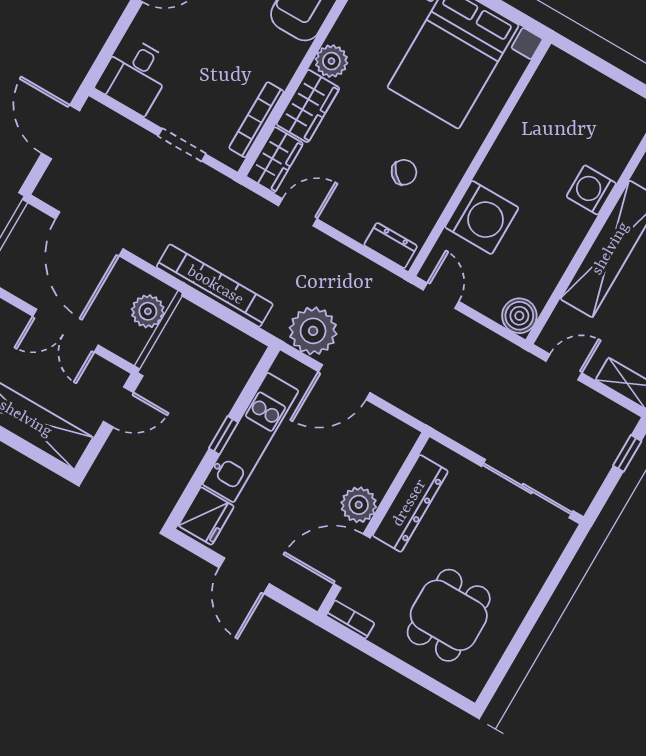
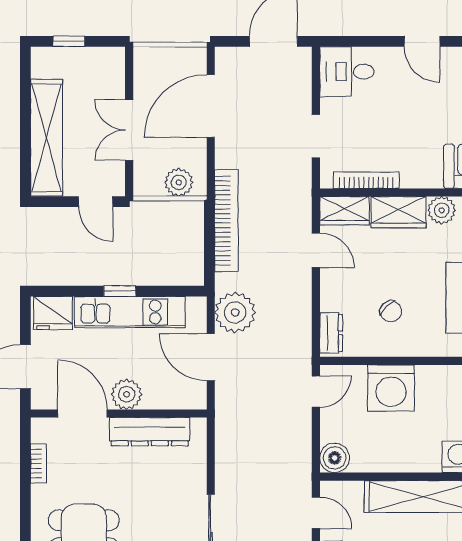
dresser: (410, 503) -> (150, 432), moved
plant: (359, 505) -> (127, 394), moved
wall: (373, 524) -> (119, 413), moved
door: (352, 561) -> (82, 413), moved

